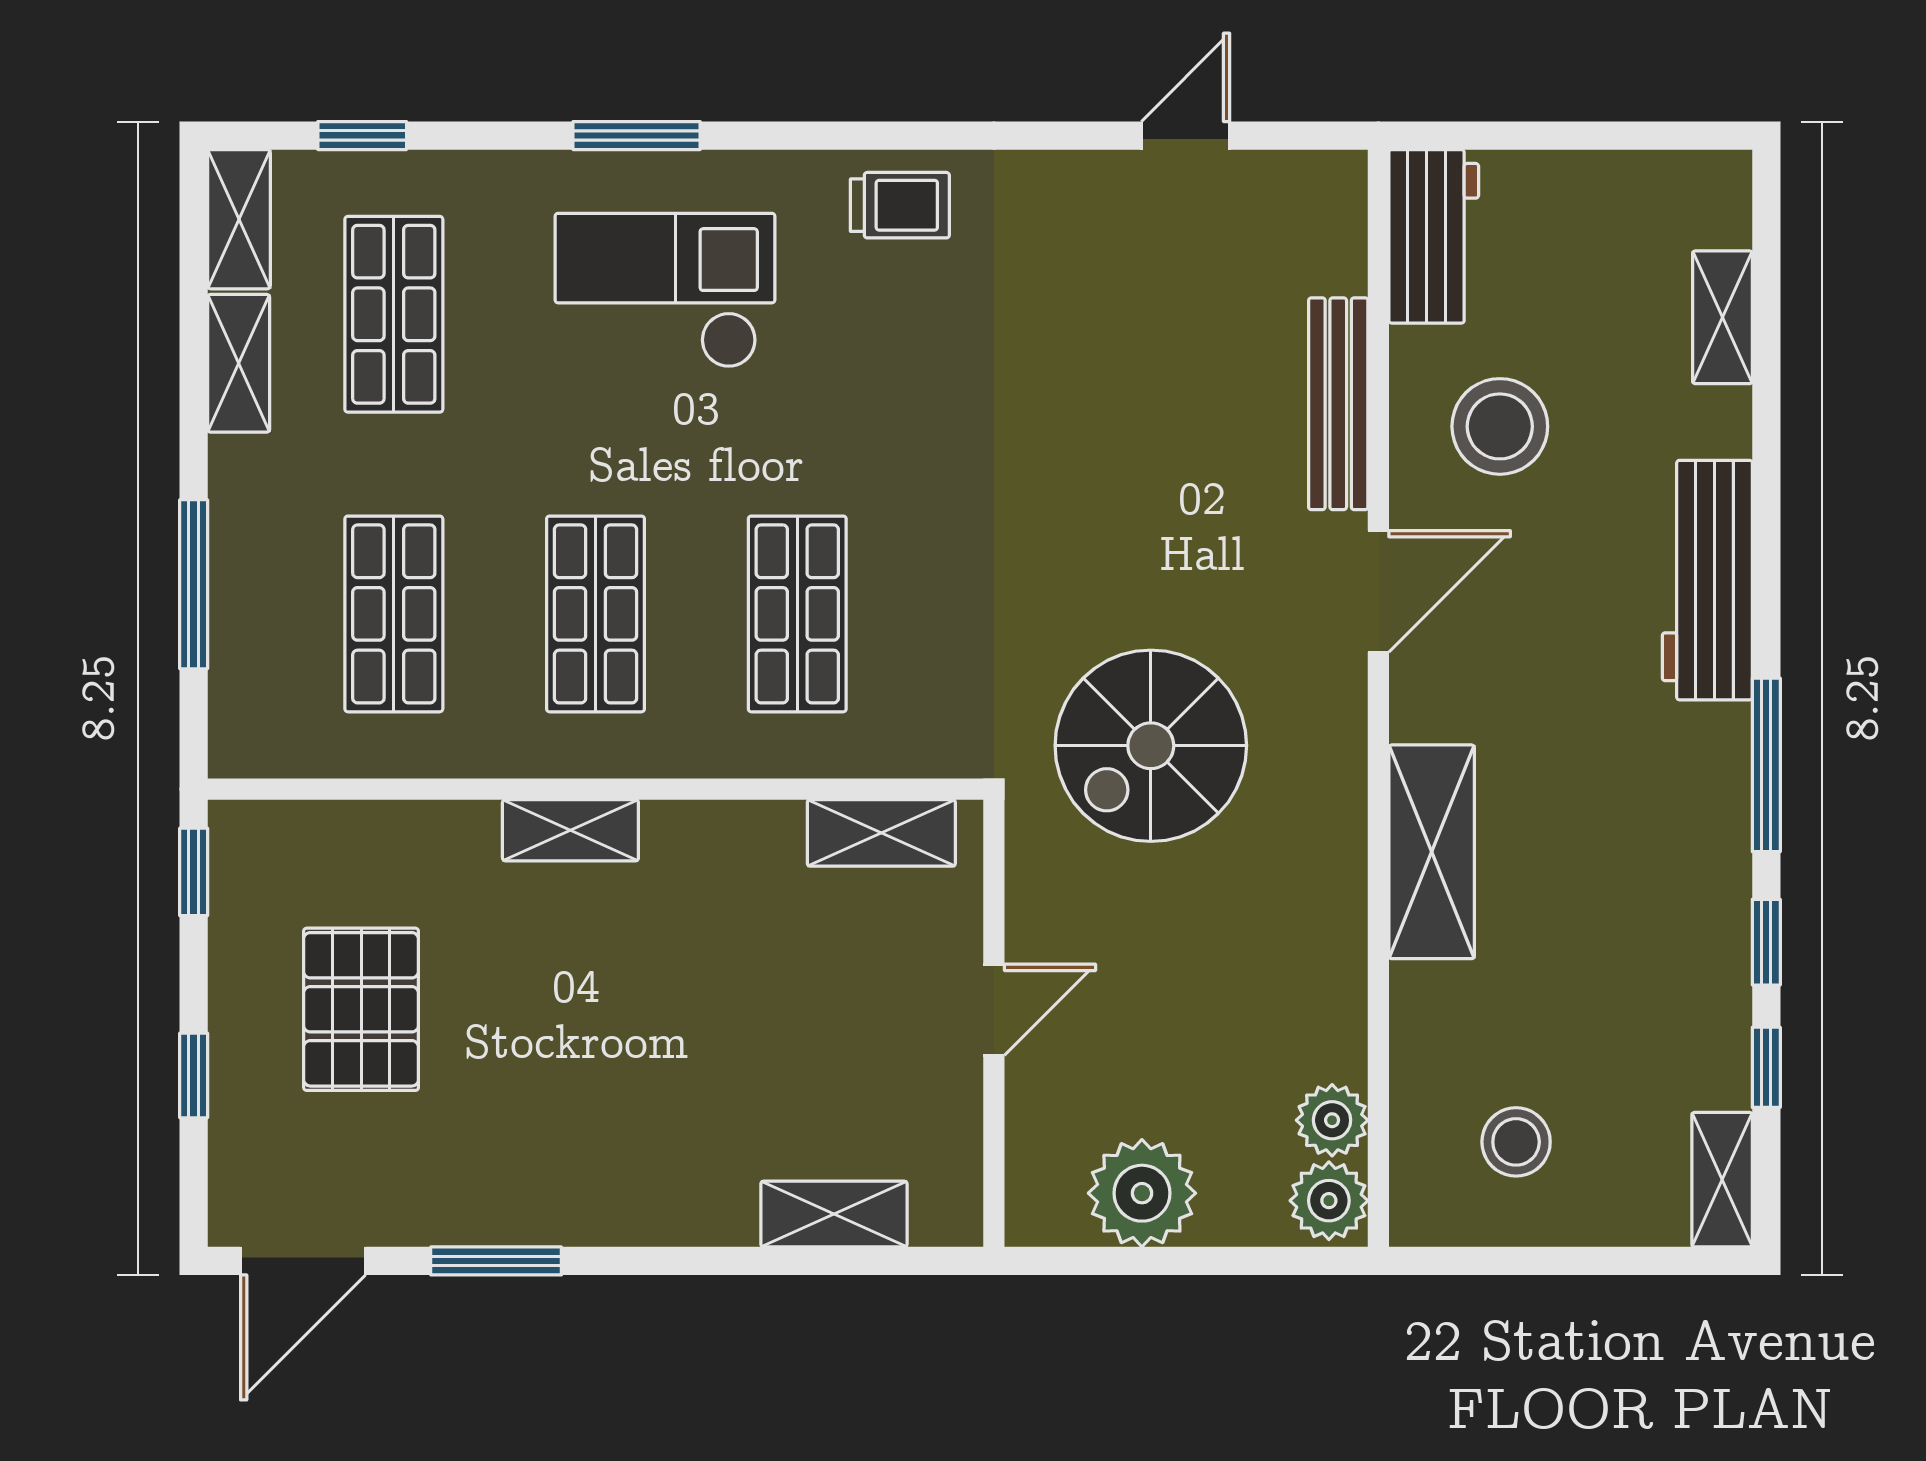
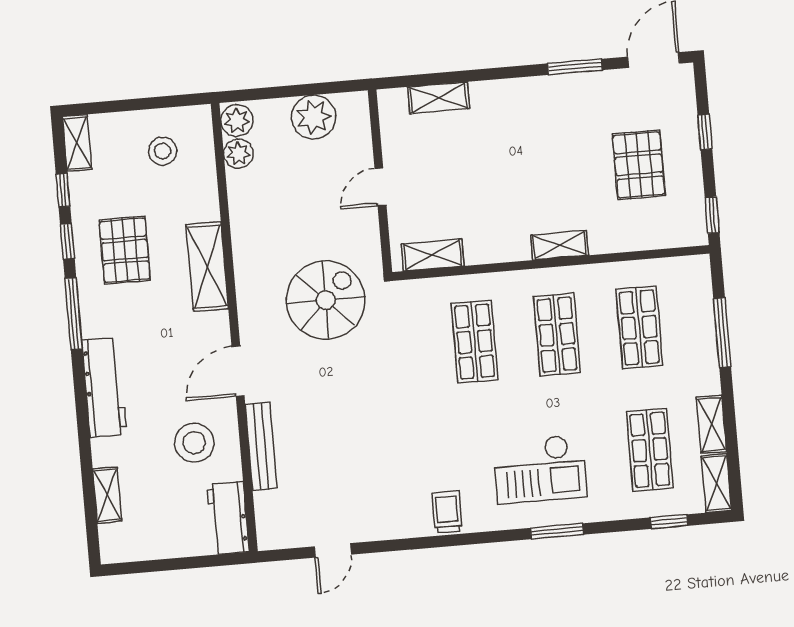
trolley: (900, 205) -> (447, 512), turned 90
pallet: (1628, 909) -> (125, 250), added

